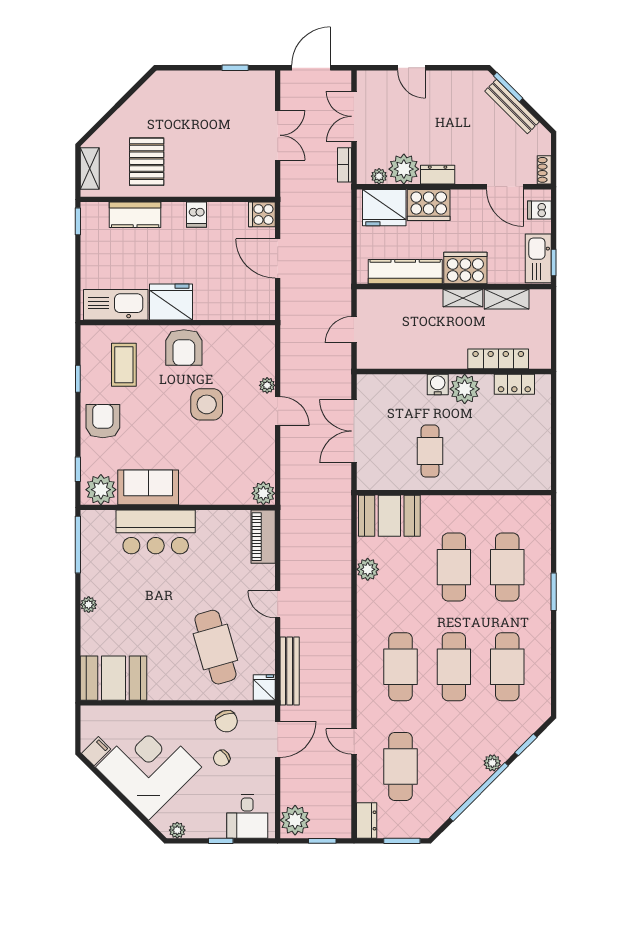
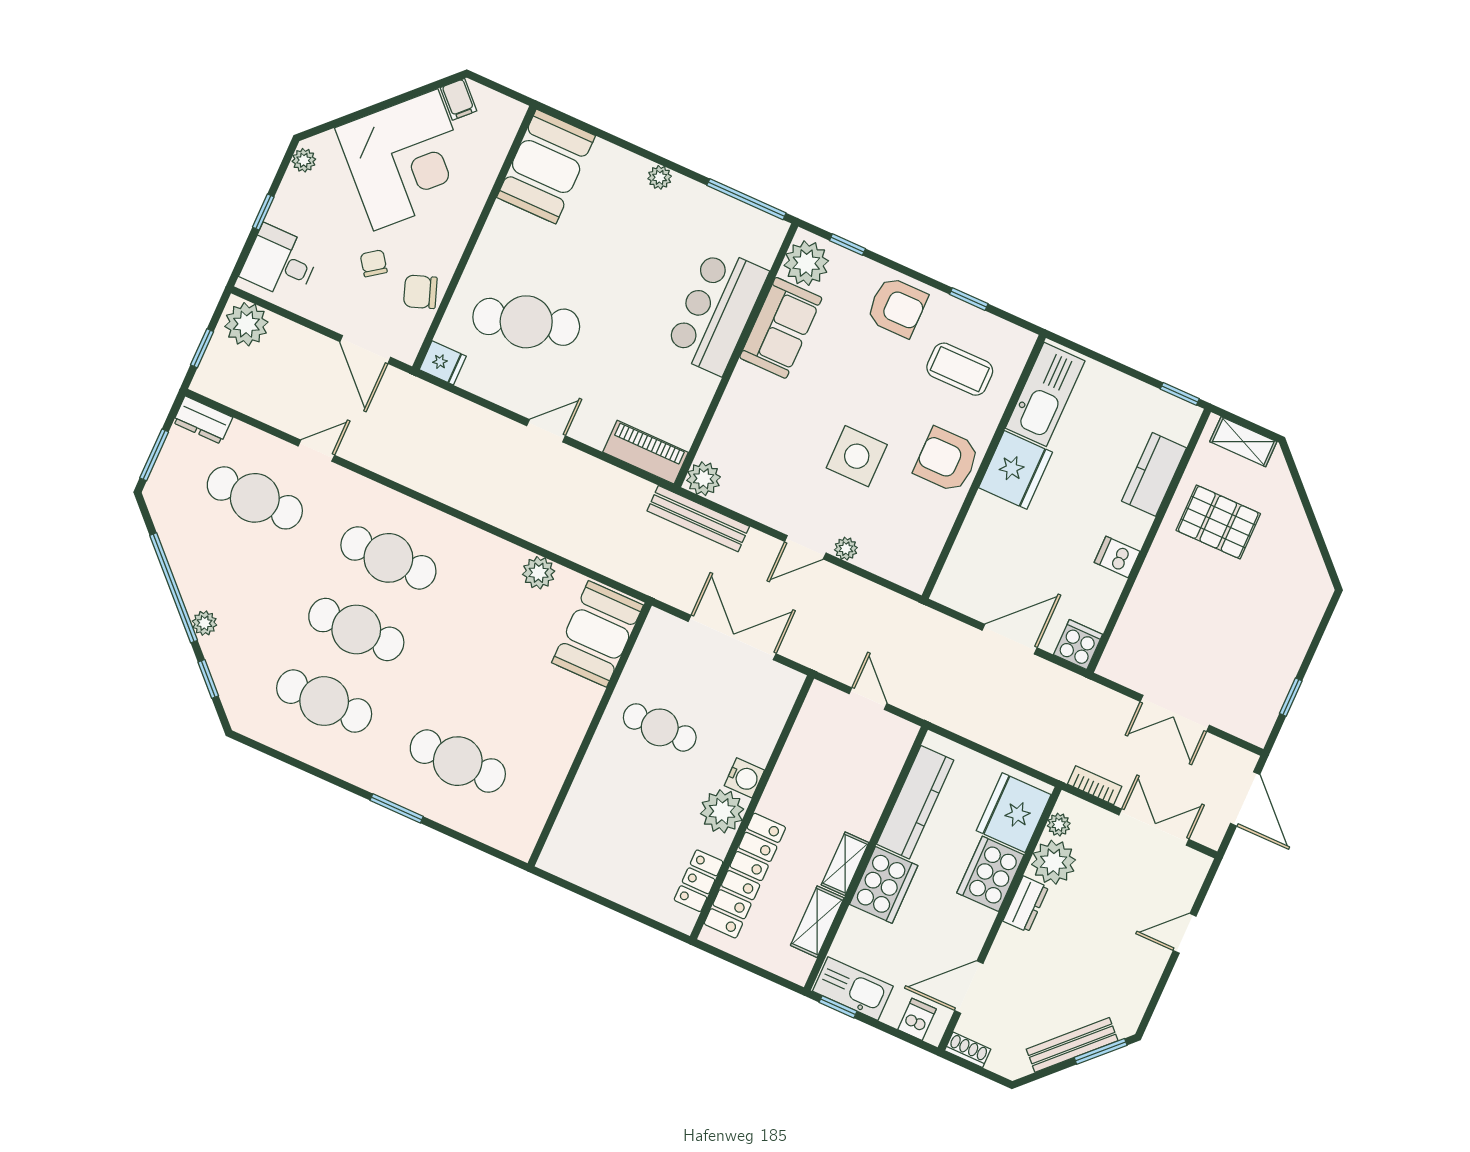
locker: (498, 359) -> (745, 876), width x1.41, depth x1.21
cafe table: (454, 567) -> (490, 690), removed
bench: (290, 671) -> (698, 519), moved

